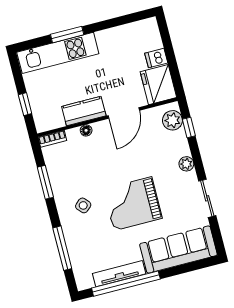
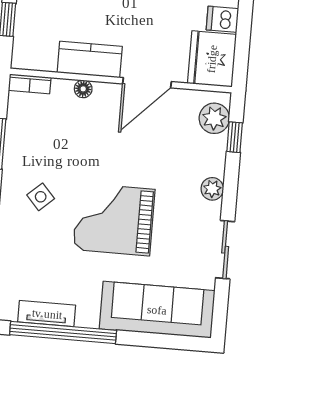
tv unit: (119, 274) -> (47, 314), width x0.71

